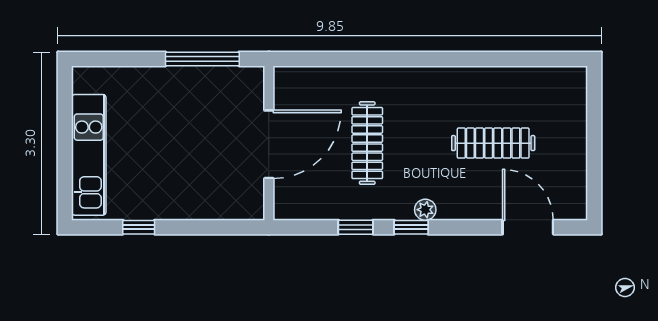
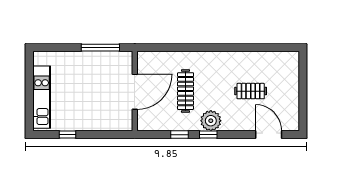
clothes rail: (493, 143) -> (251, 91), width x0.73
plant: (425, 210) -> (211, 121), width x1.87, depth x1.87

